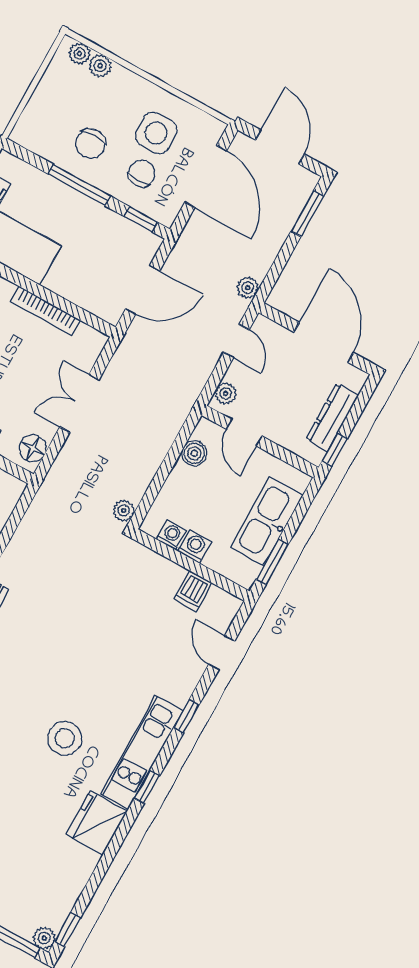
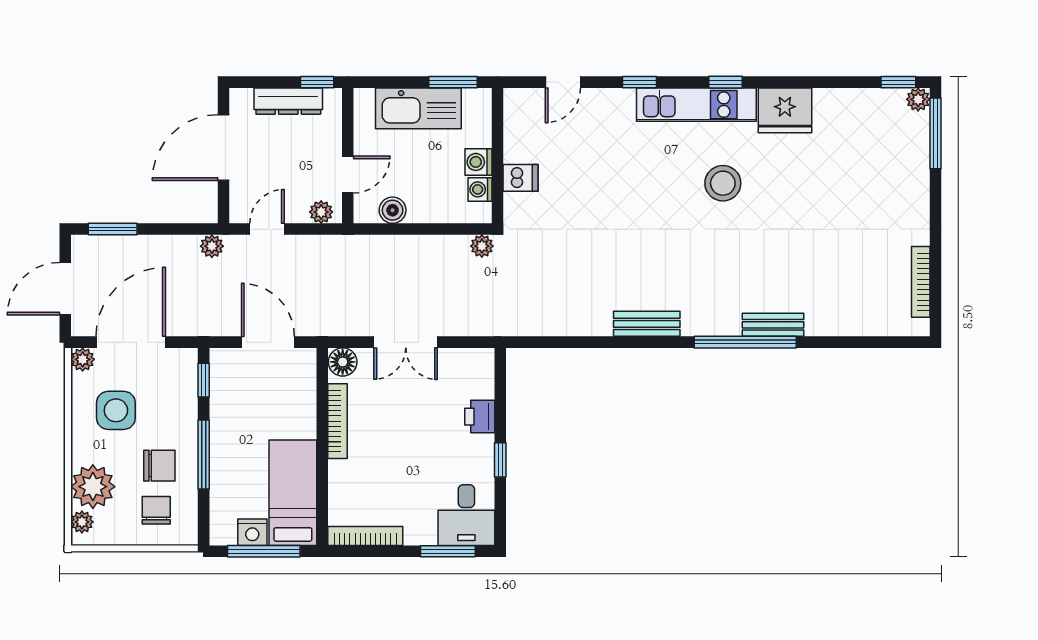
plant: (100, 66) -> (93, 487), width x1.87, depth x1.87
plant: (213, 129) -> (83, 359), added
chair: (142, 173) -> (156, 510), moved, turned 90
floor lamp: (33, 448) -> (343, 362), moved
dishwasher: (193, 591) -> (520, 178), moved

